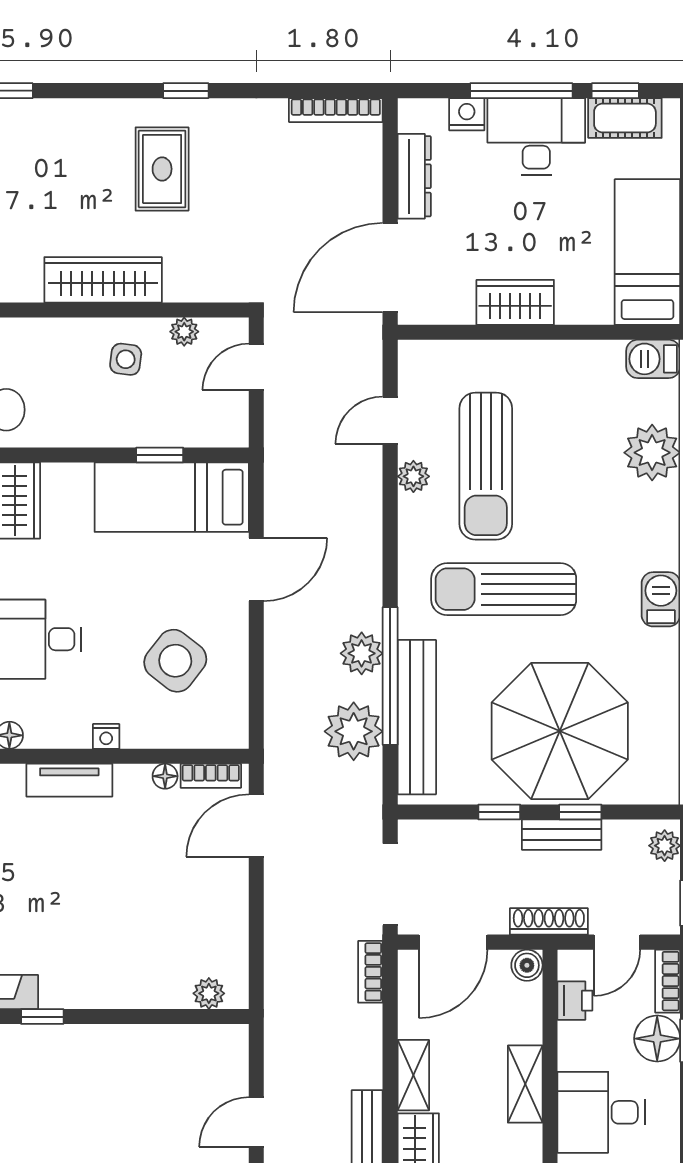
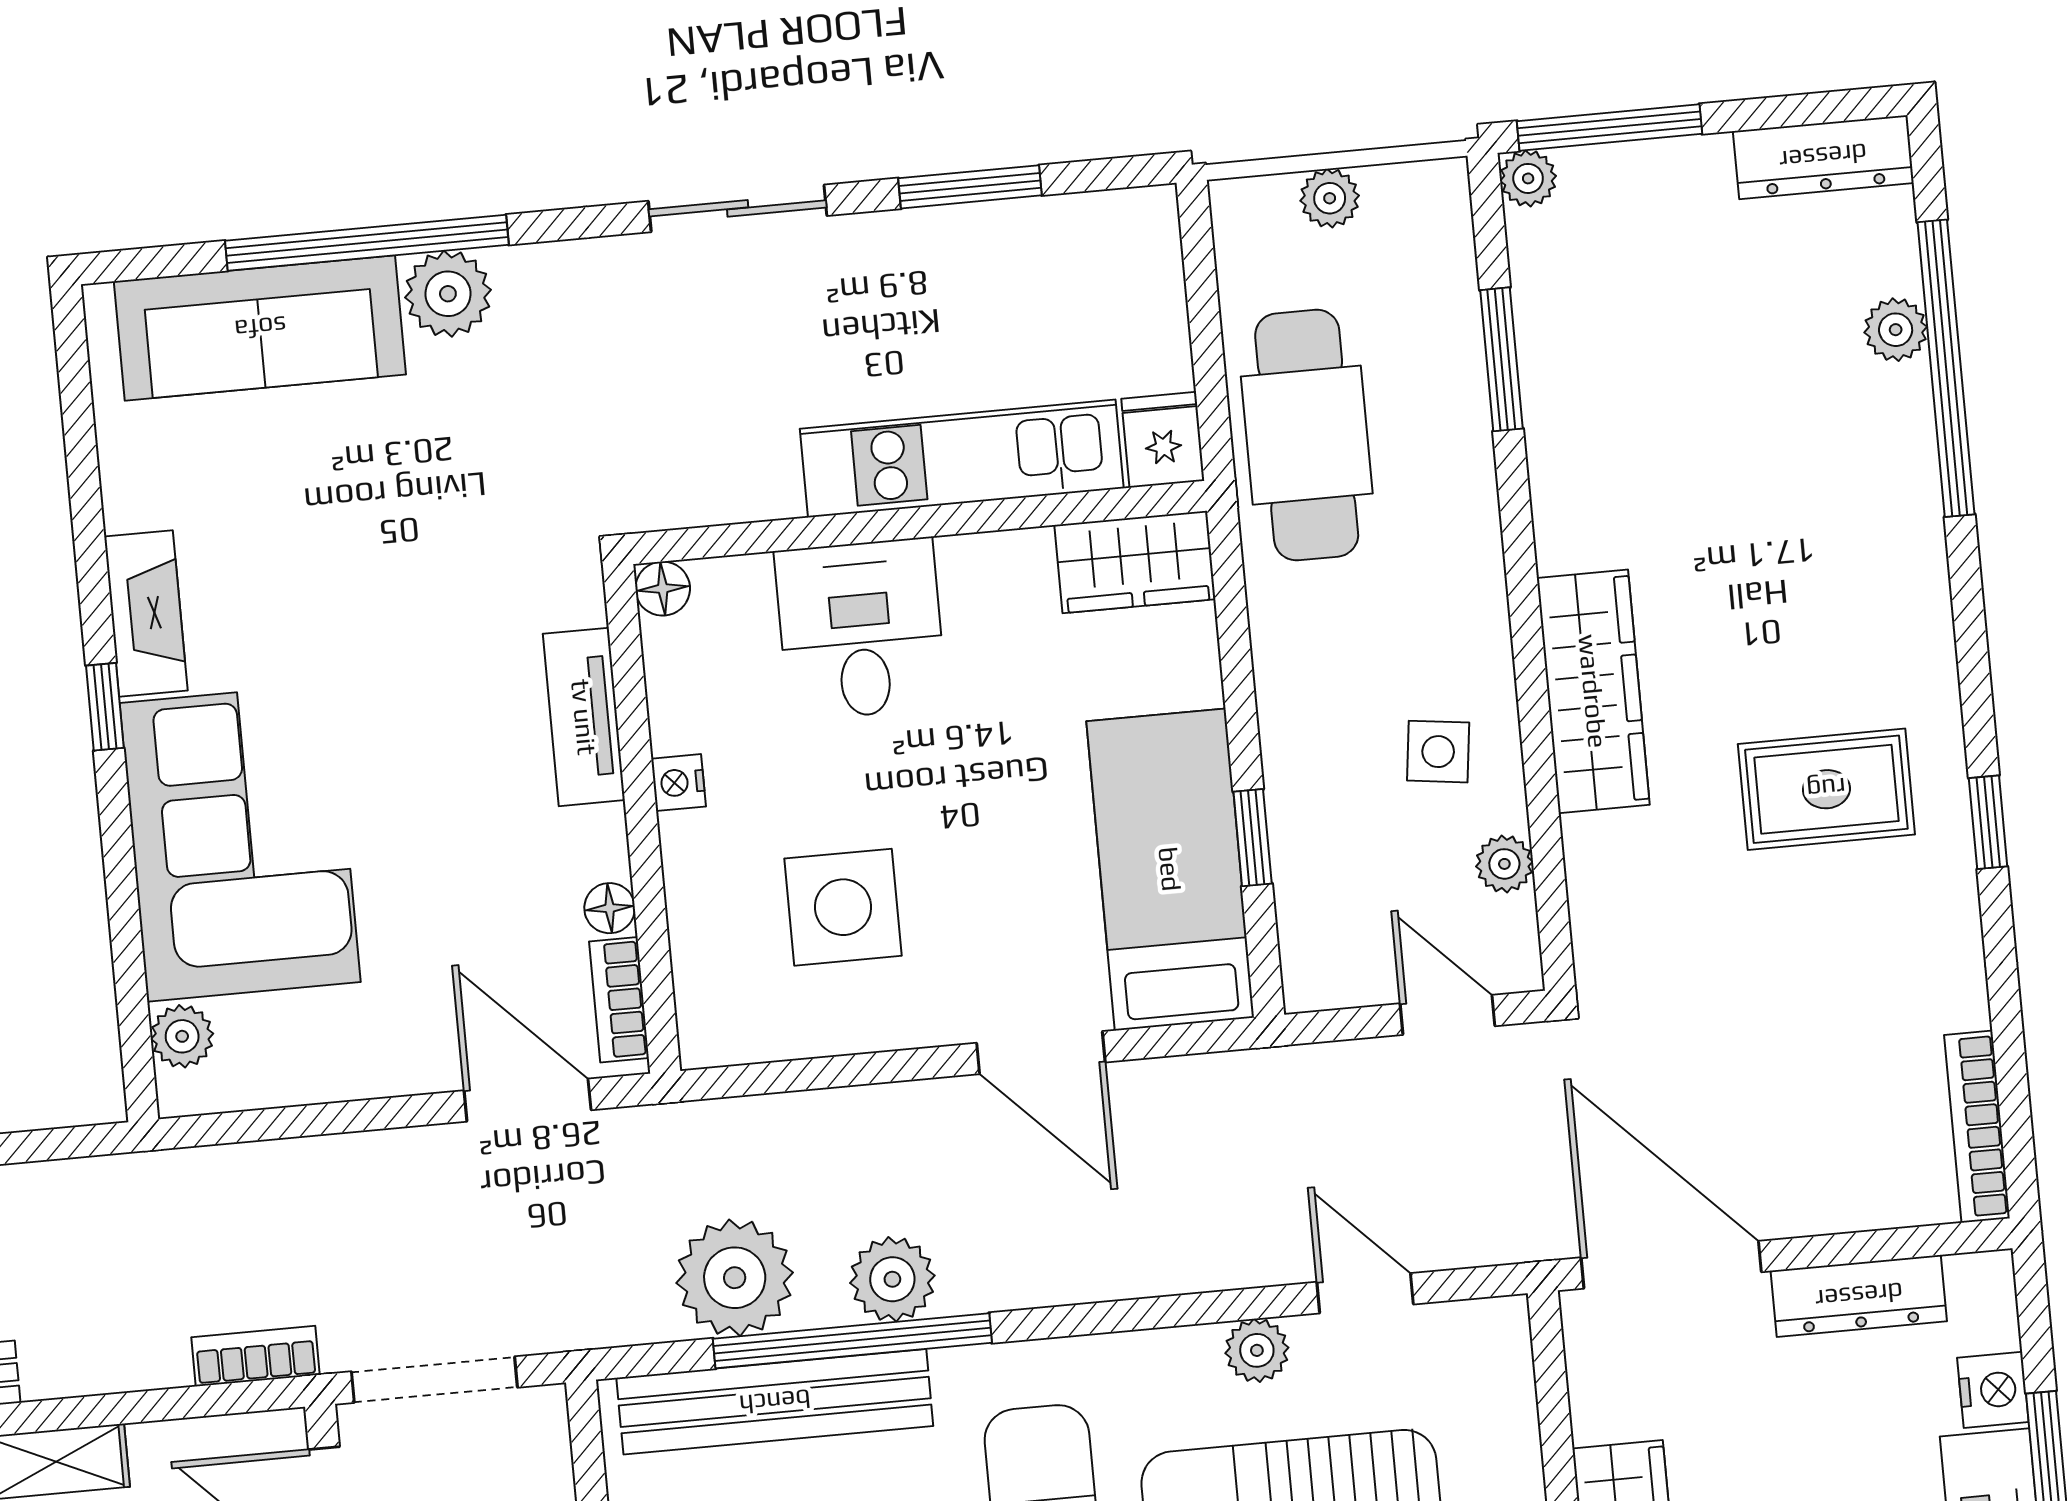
side table: (175, 661) -> (843, 907), turned -38
corner sofa: (116, 956) -> (240, 843), added

